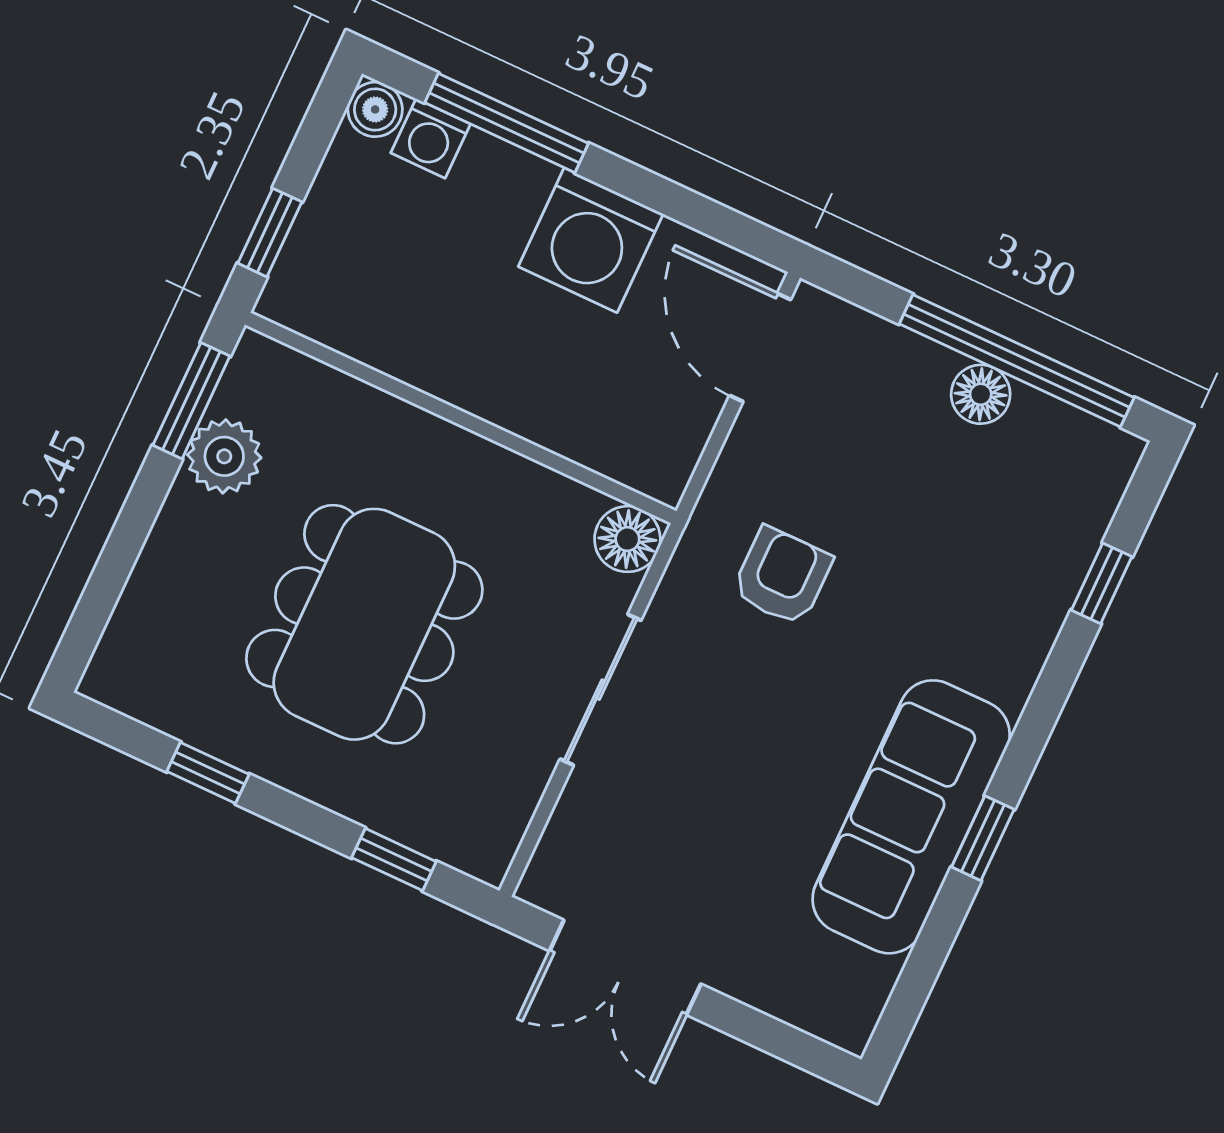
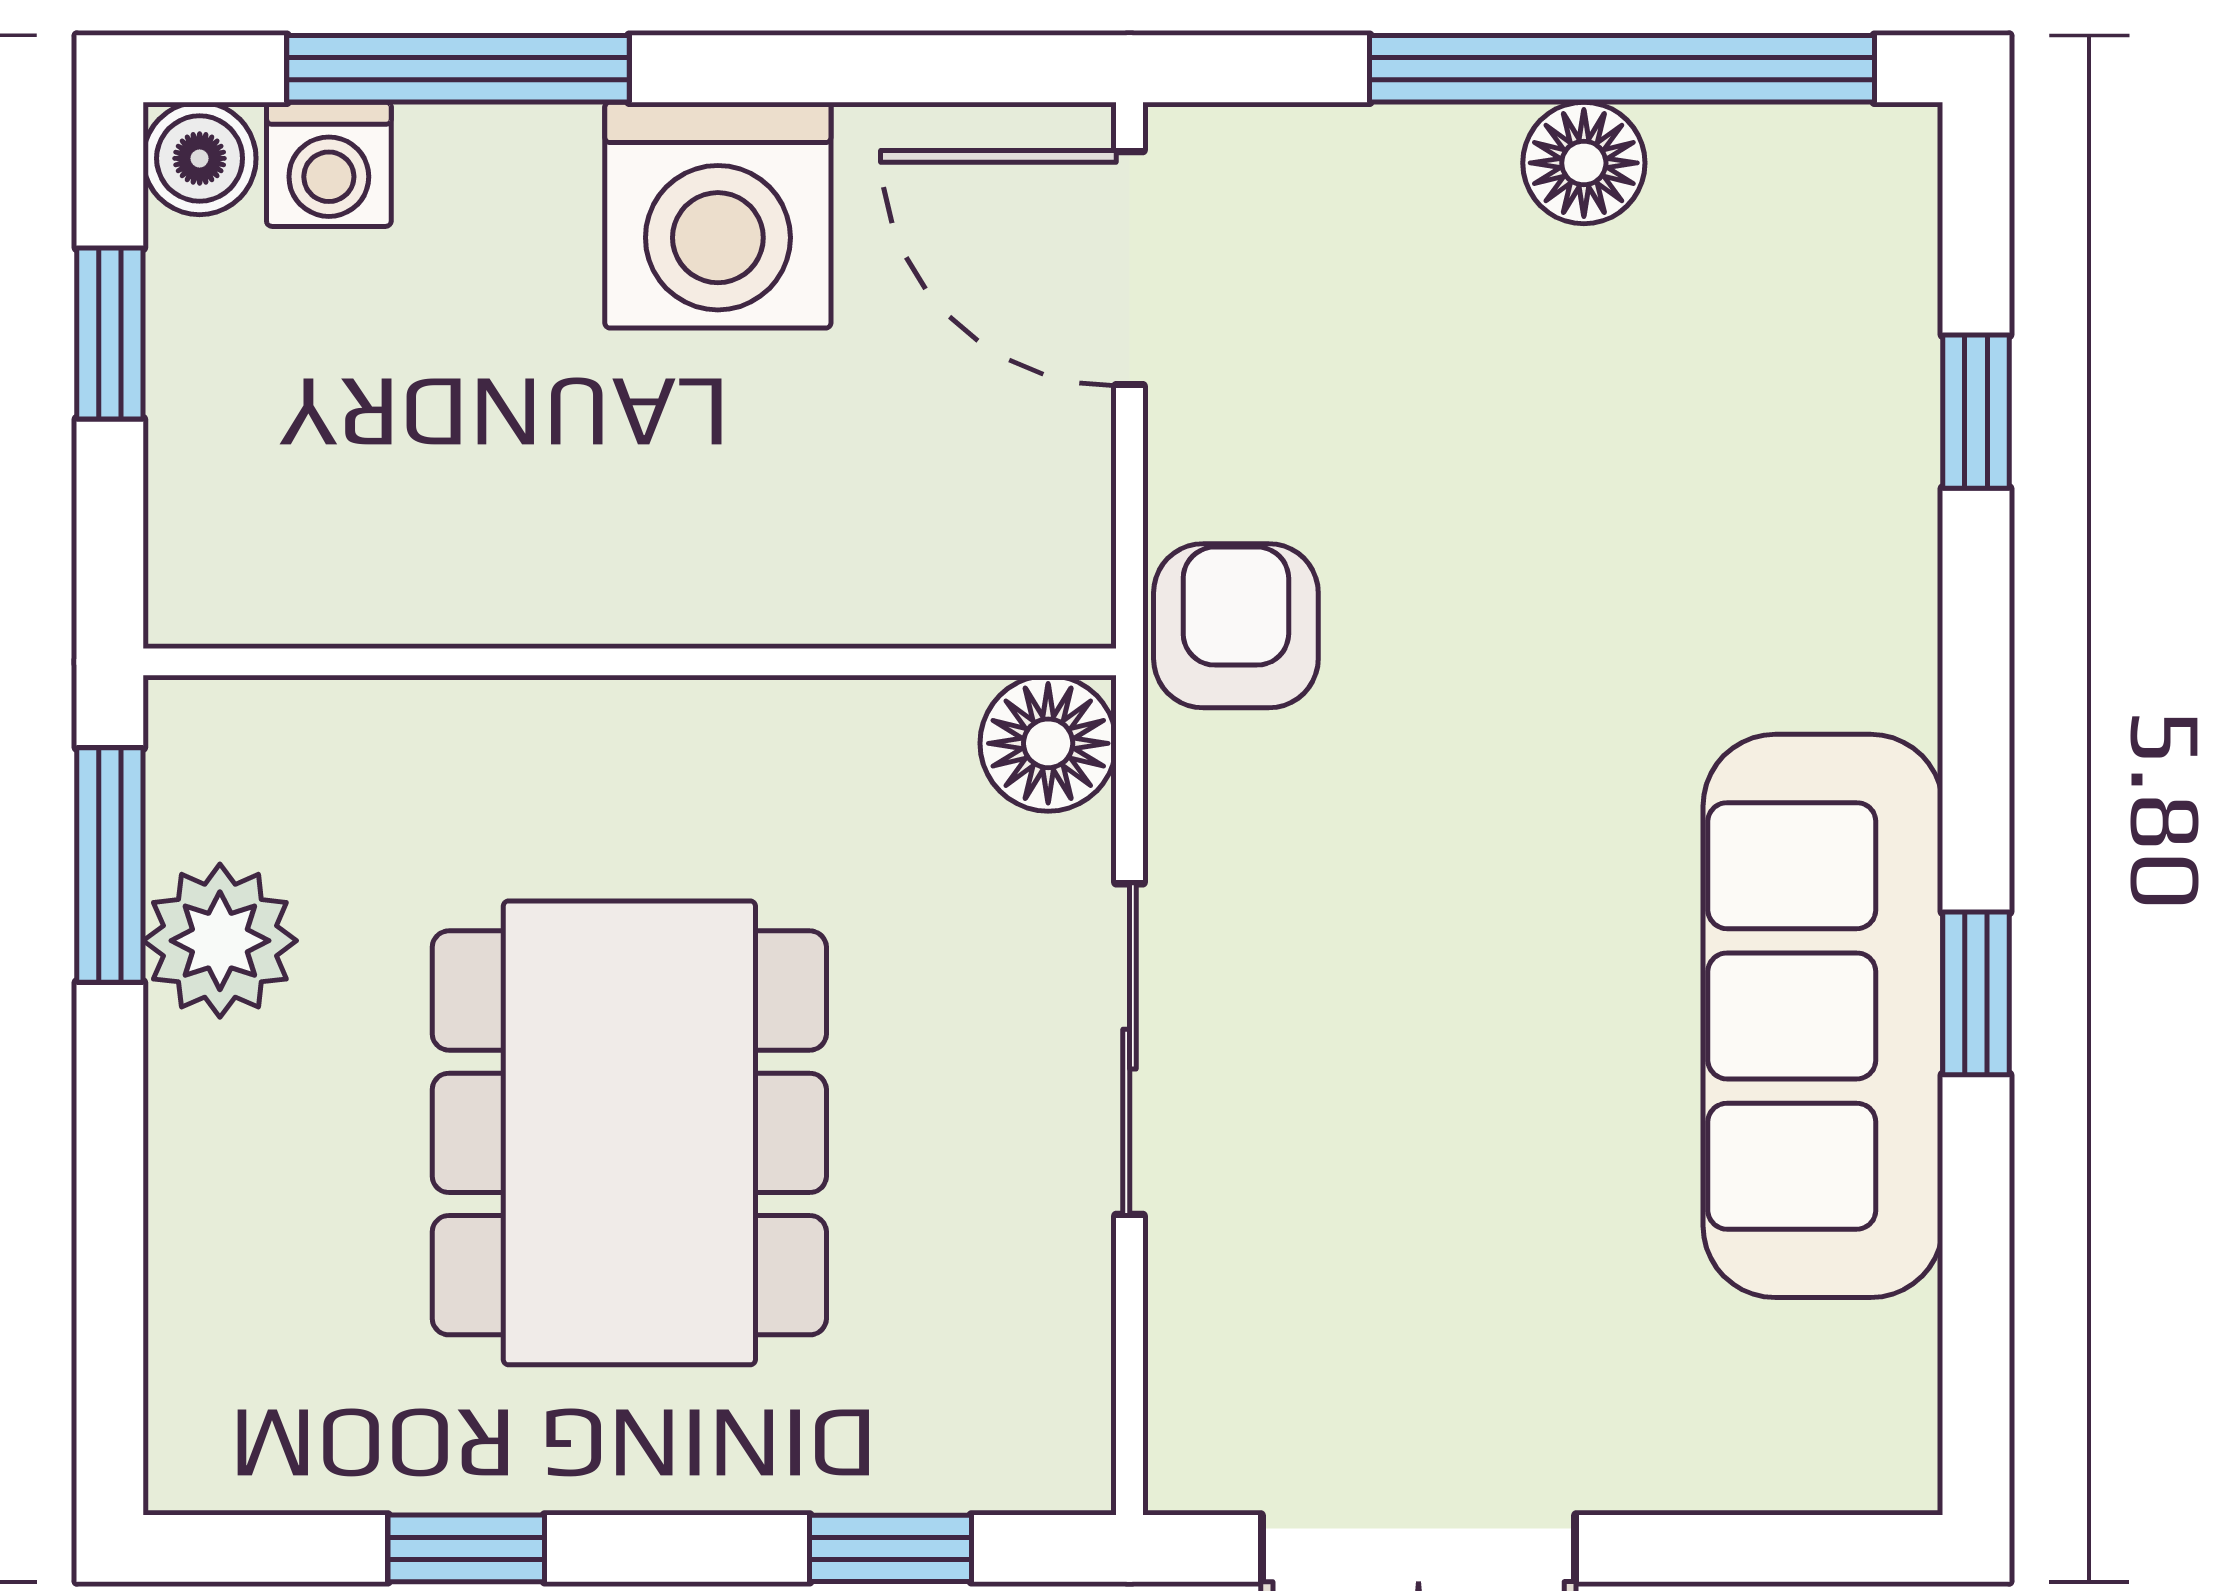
window: (270, 233) -> (110, 334), moved
armchair: (782, 576) -> (1236, 626), moved

